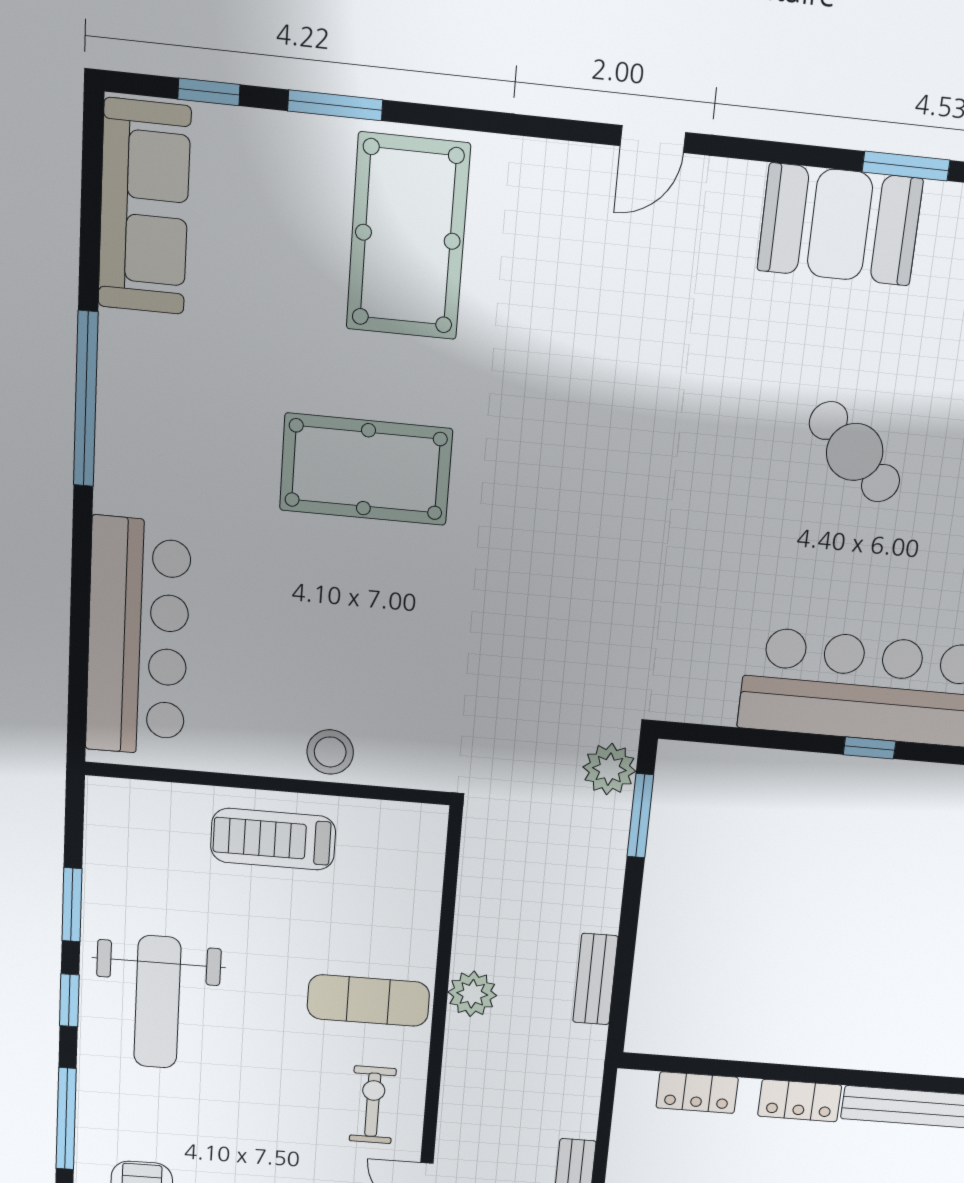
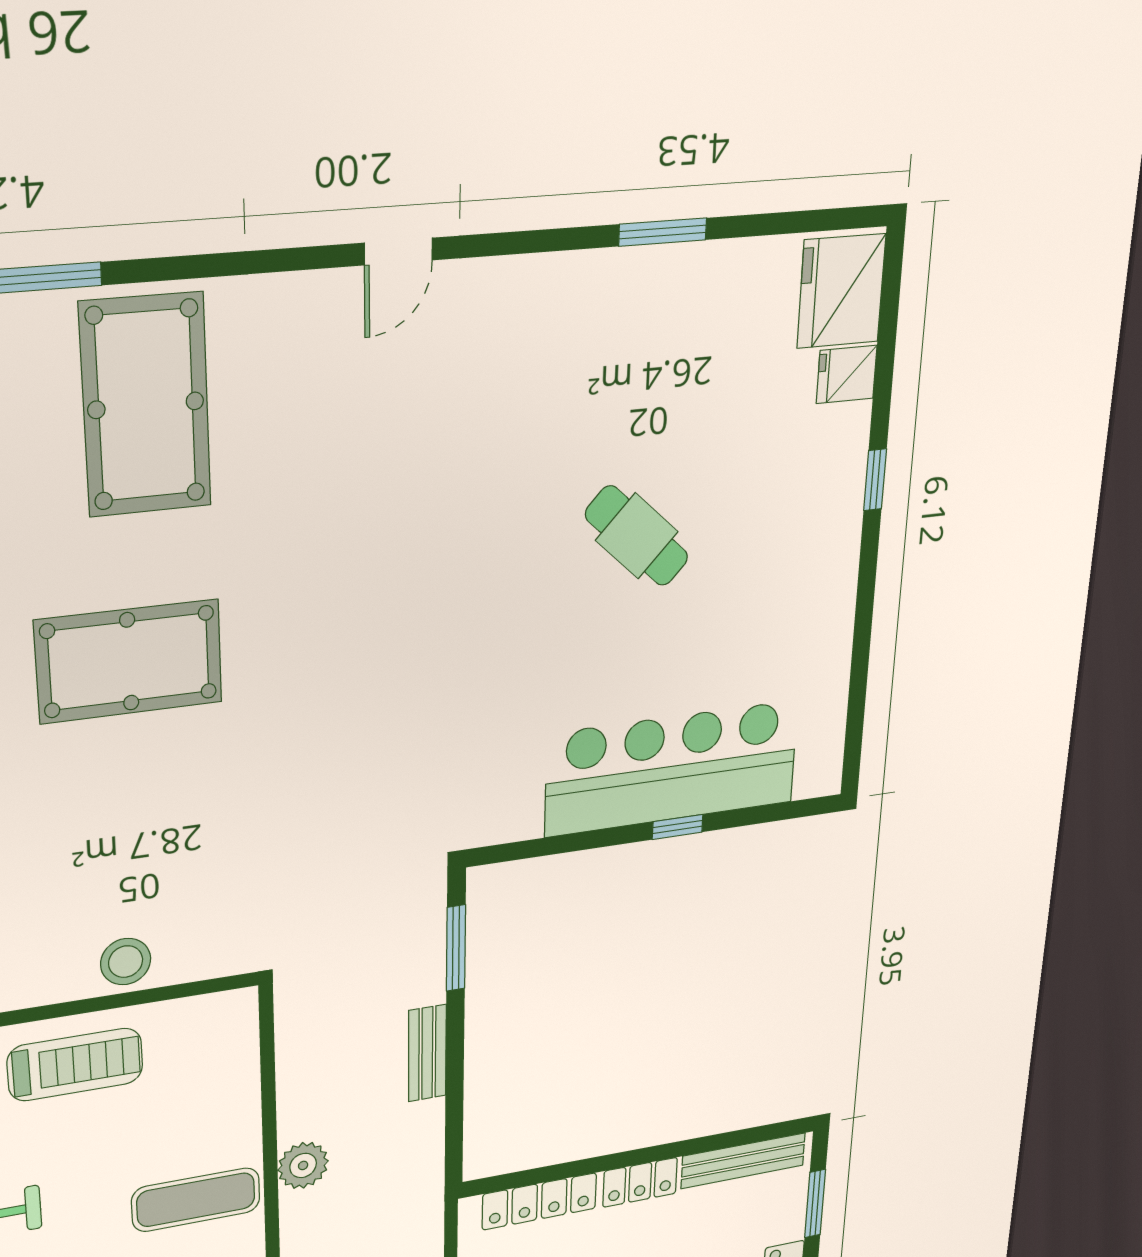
booth: (840, 225) -> (601, 306), removed
plant: (609, 769) -> (420, 909), removed
treadmill: (273, 839) -> (75, 1065), turned 180
bench: (595, 979) -> (427, 1053), moved
locker: (697, 1093) -> (539, 1201), width x1.53

